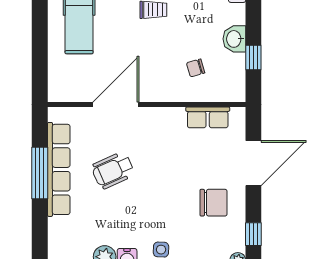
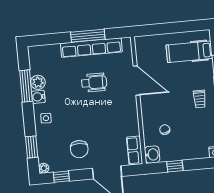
washbasin: (234, 39) -> (152, 155), moved, turned 90
row of seats: (208, 117) -> (135, 151), moved
wheelchair: (113, 170) -> (94, 83), turned 114

